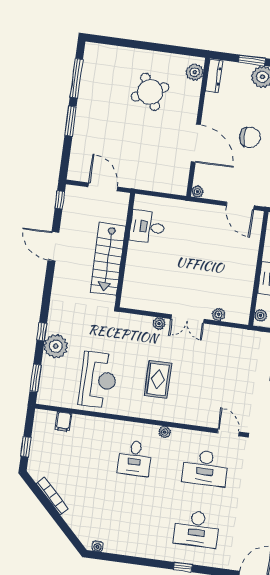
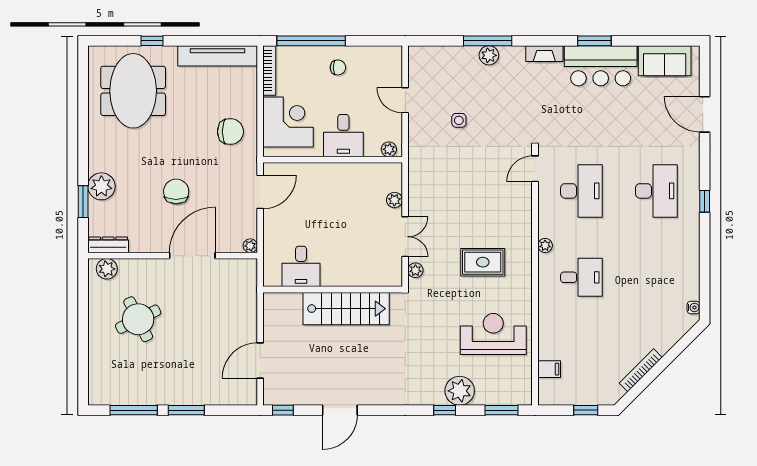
desk: (147, 227) -> (301, 266), moved
wall: (125, 250) -> (333, 290), moved
stairs: (108, 259) -> (346, 309), moved

